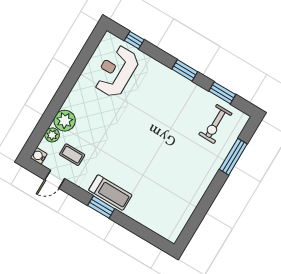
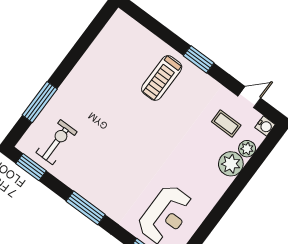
window: (185, 70) -> (86, 208), width x1.44
window: (222, 93) -> (31, 167), moved
treadmill: (110, 193) -> (162, 78), moved, turned -90

